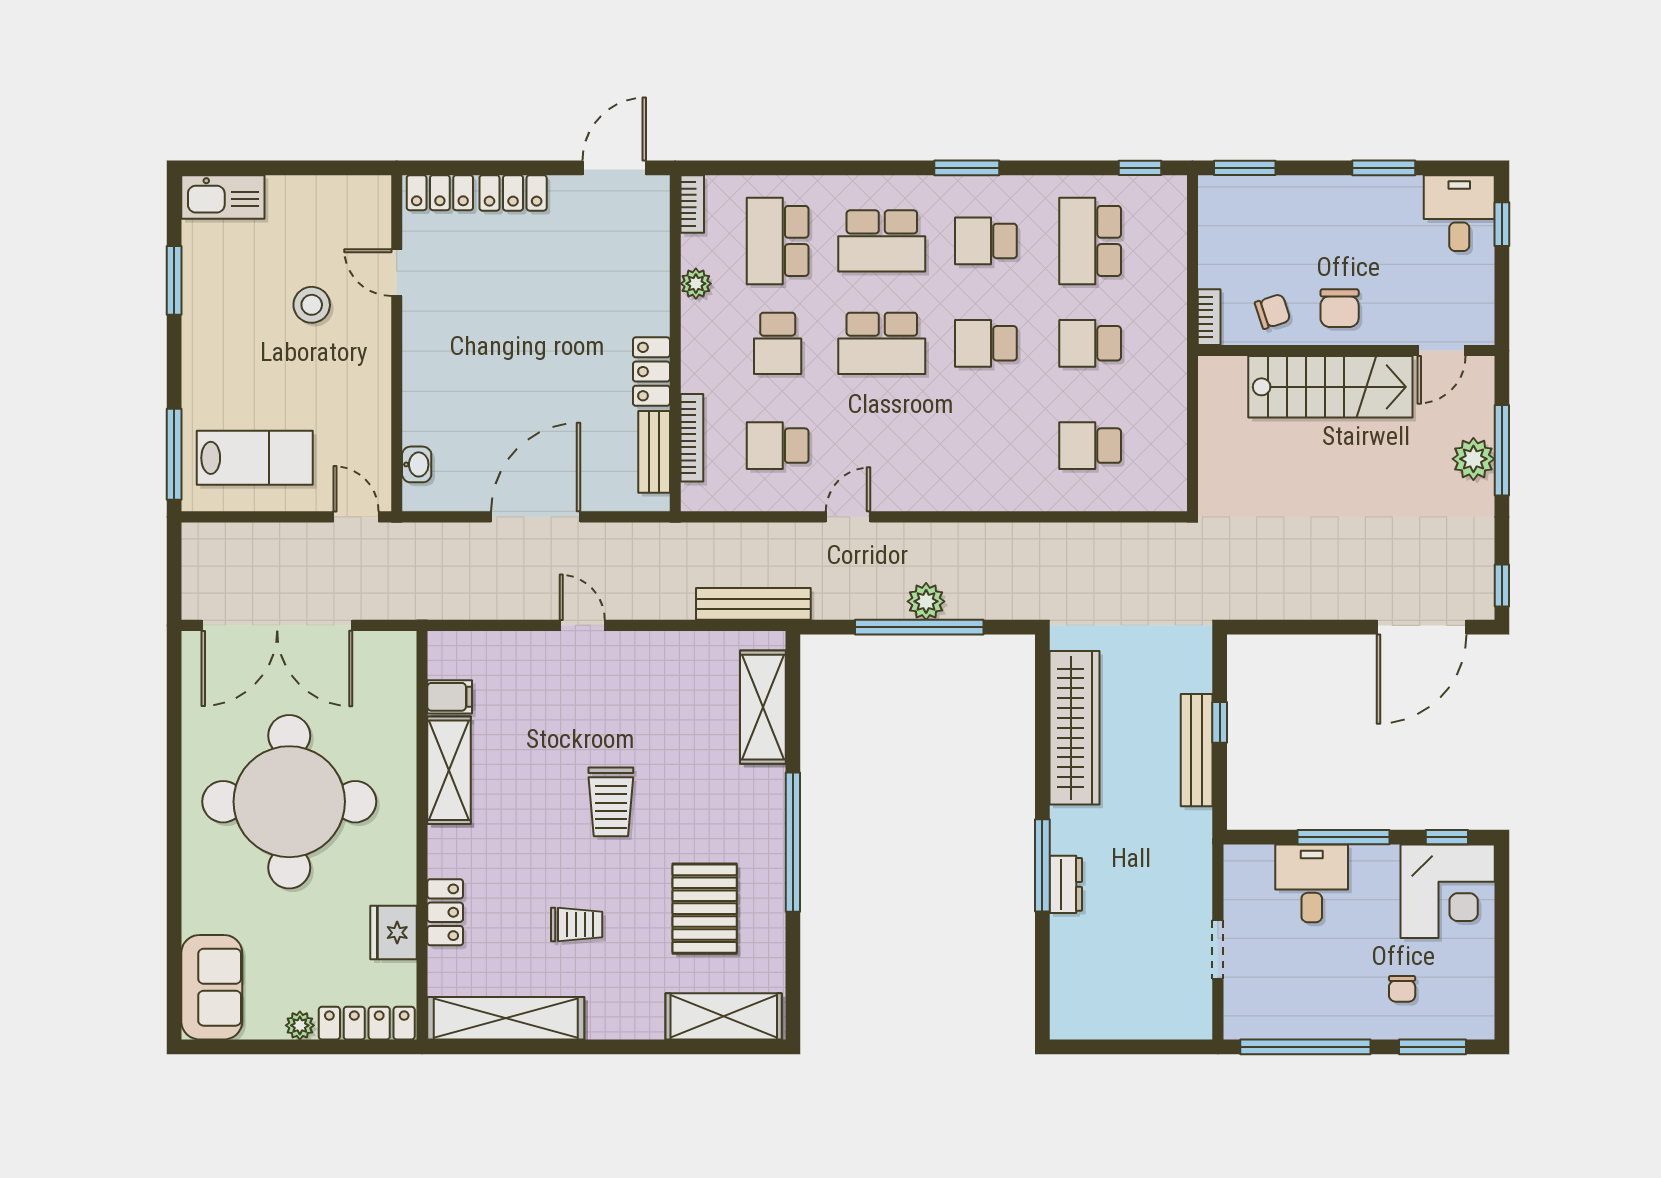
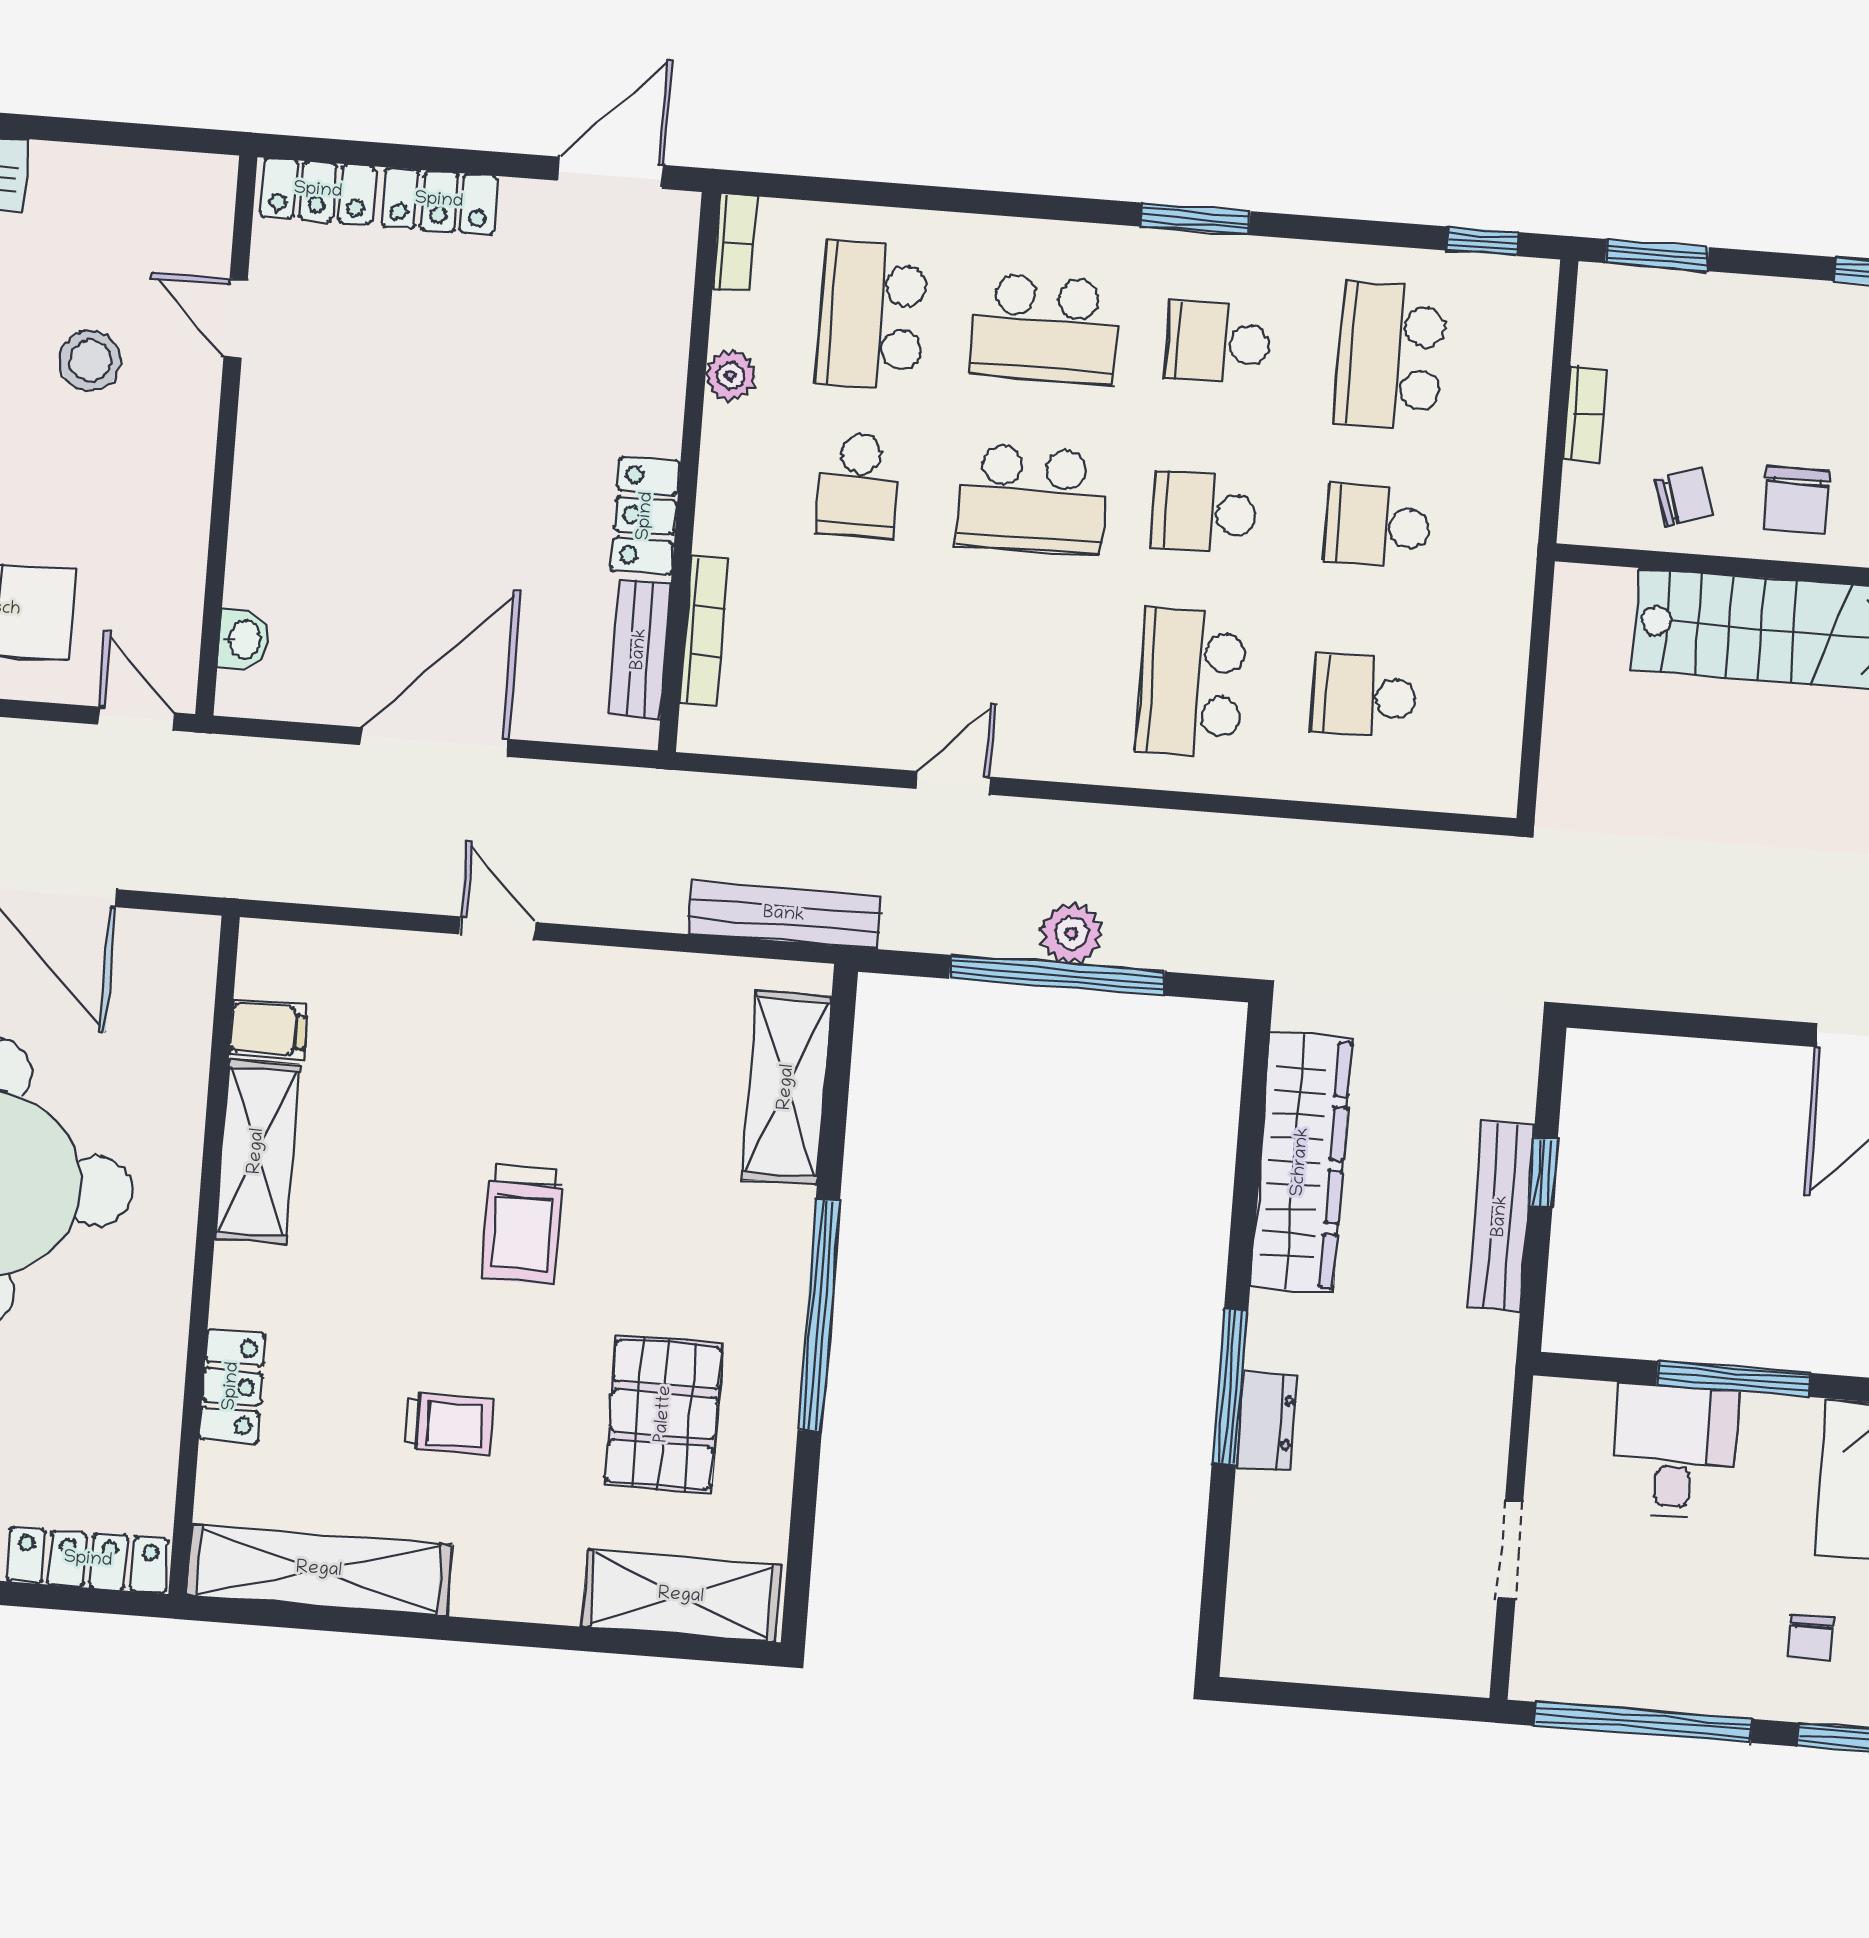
bookcase: (1209, 317) -> (1585, 414), moved
school desk: (778, 446) -> (1191, 682), moved, width x1.85
fridge: (393, 933) -> (144, 1413), removed

